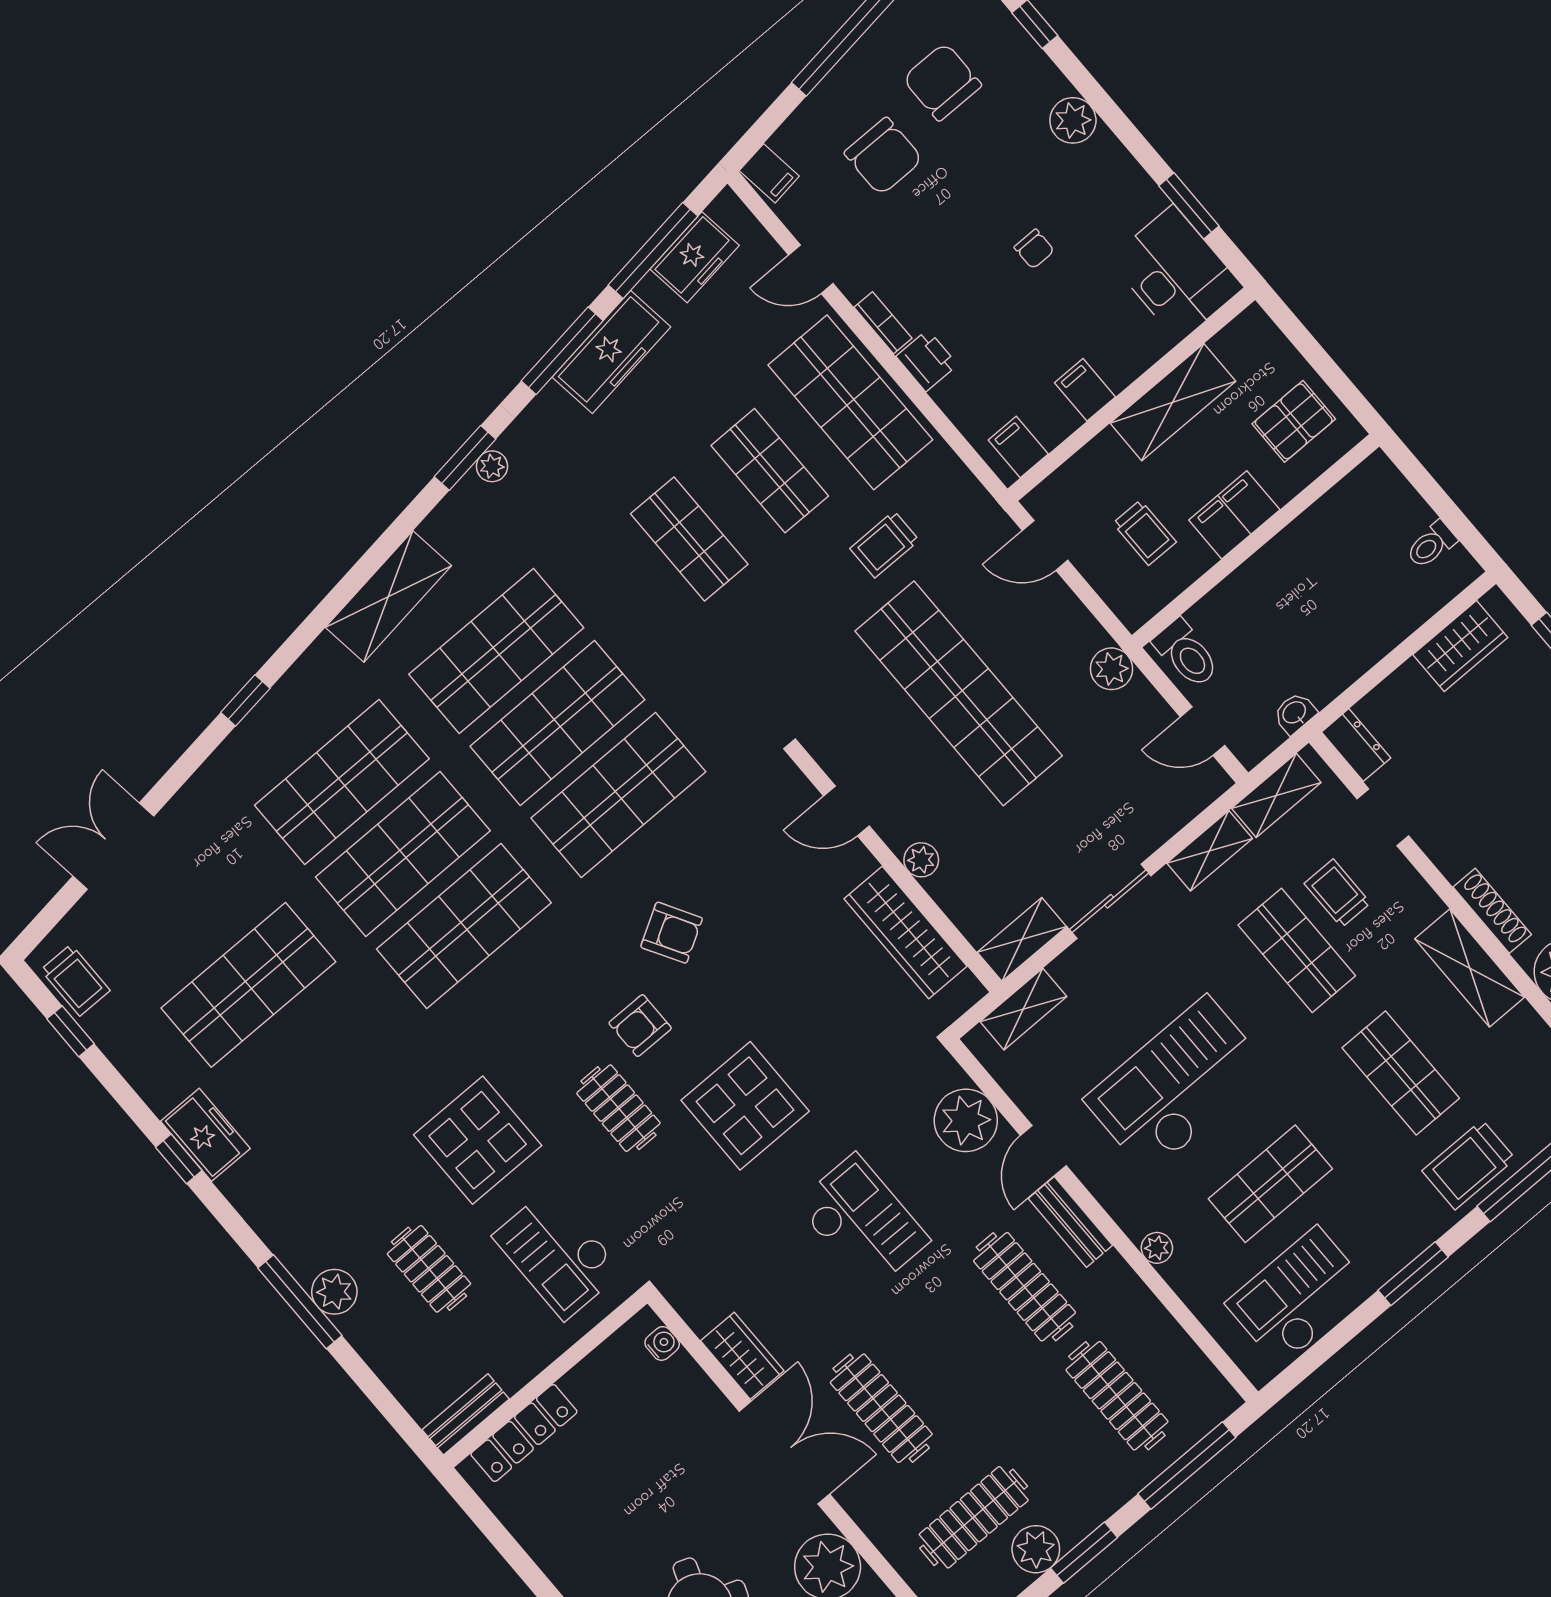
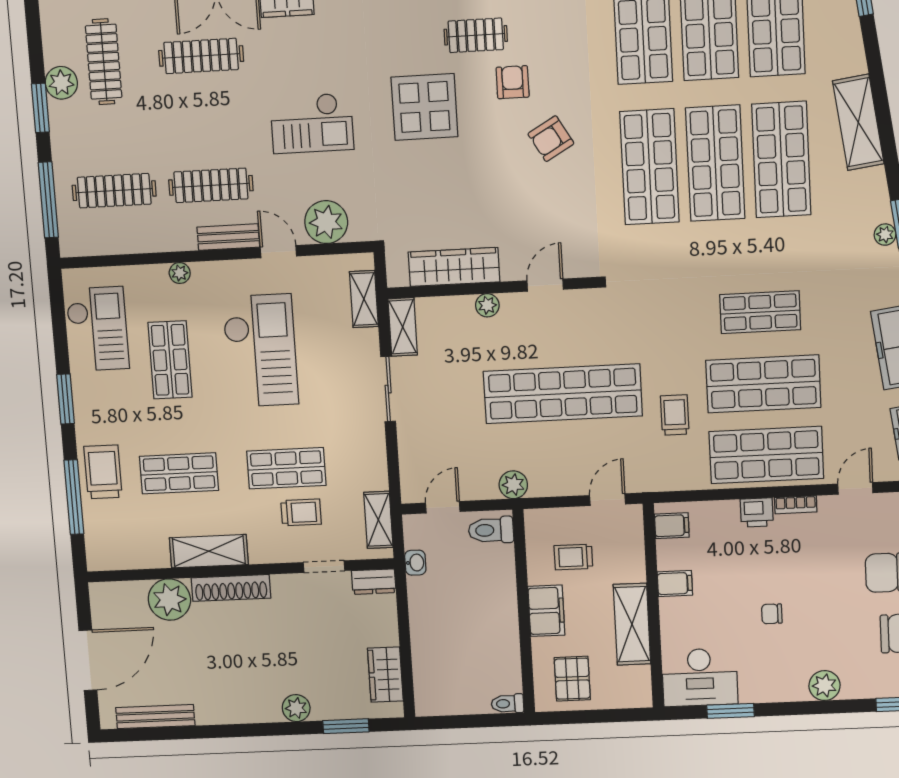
shop shelf: (770, 471) -> (763, 384), width x1.43, depth x1.36
toilet: (1431, 545) -> (507, 704), moved, turned -90
shelving: (1210, 851) -> (375, 463), removed
shoe rack: (1492, 911) -> (231, 588), width x1.36, depth x1.24

